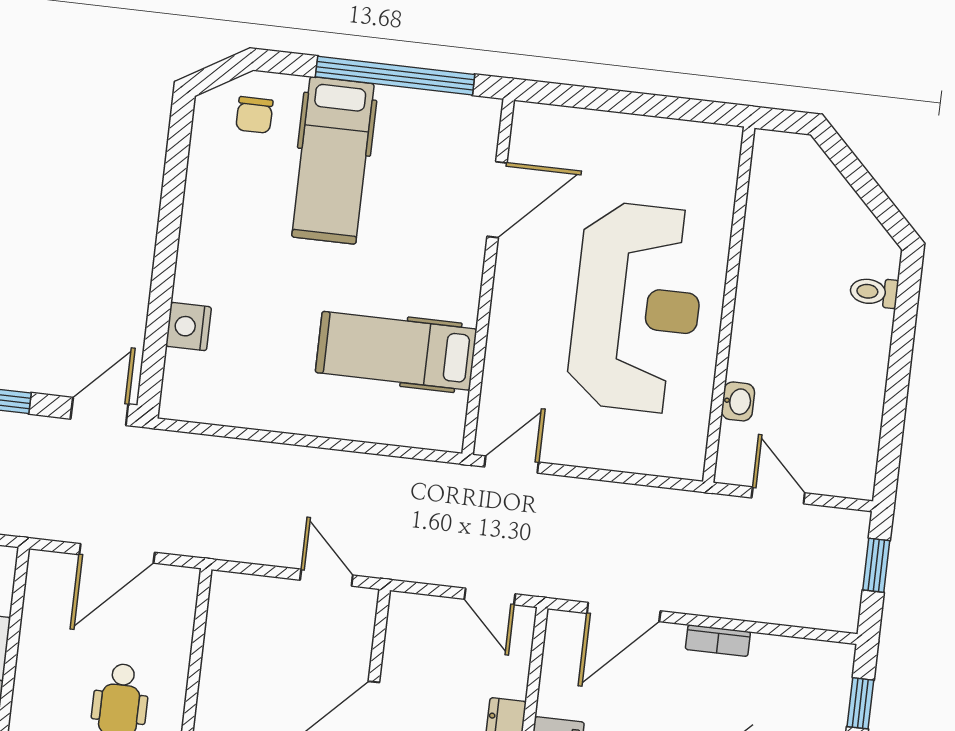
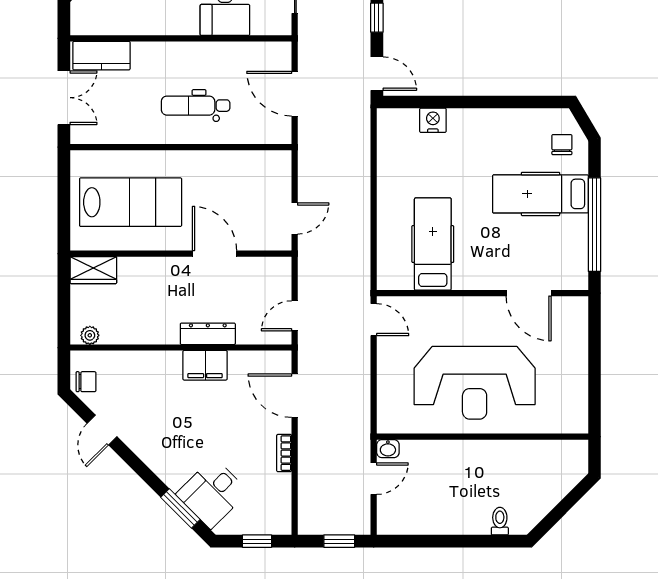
chair: (254, 115) -> (562, 145), turned 90
washbasin: (738, 401) -> (388, 449), moved

